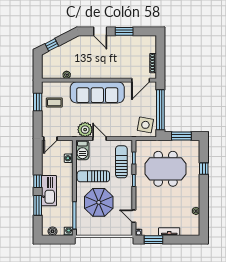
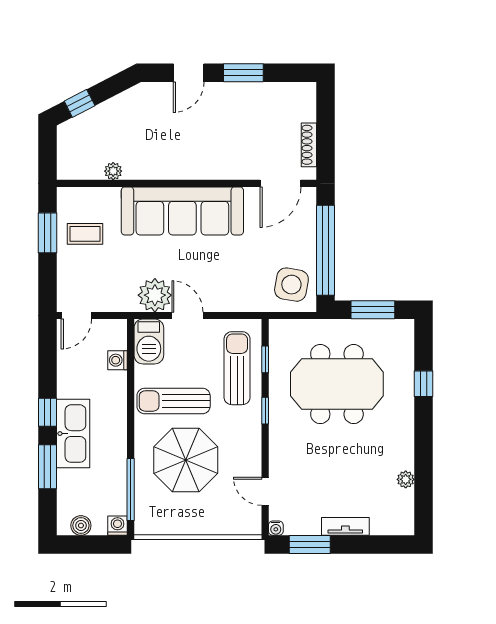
door: (100, 31) -> (189, 73), hinge flipped

